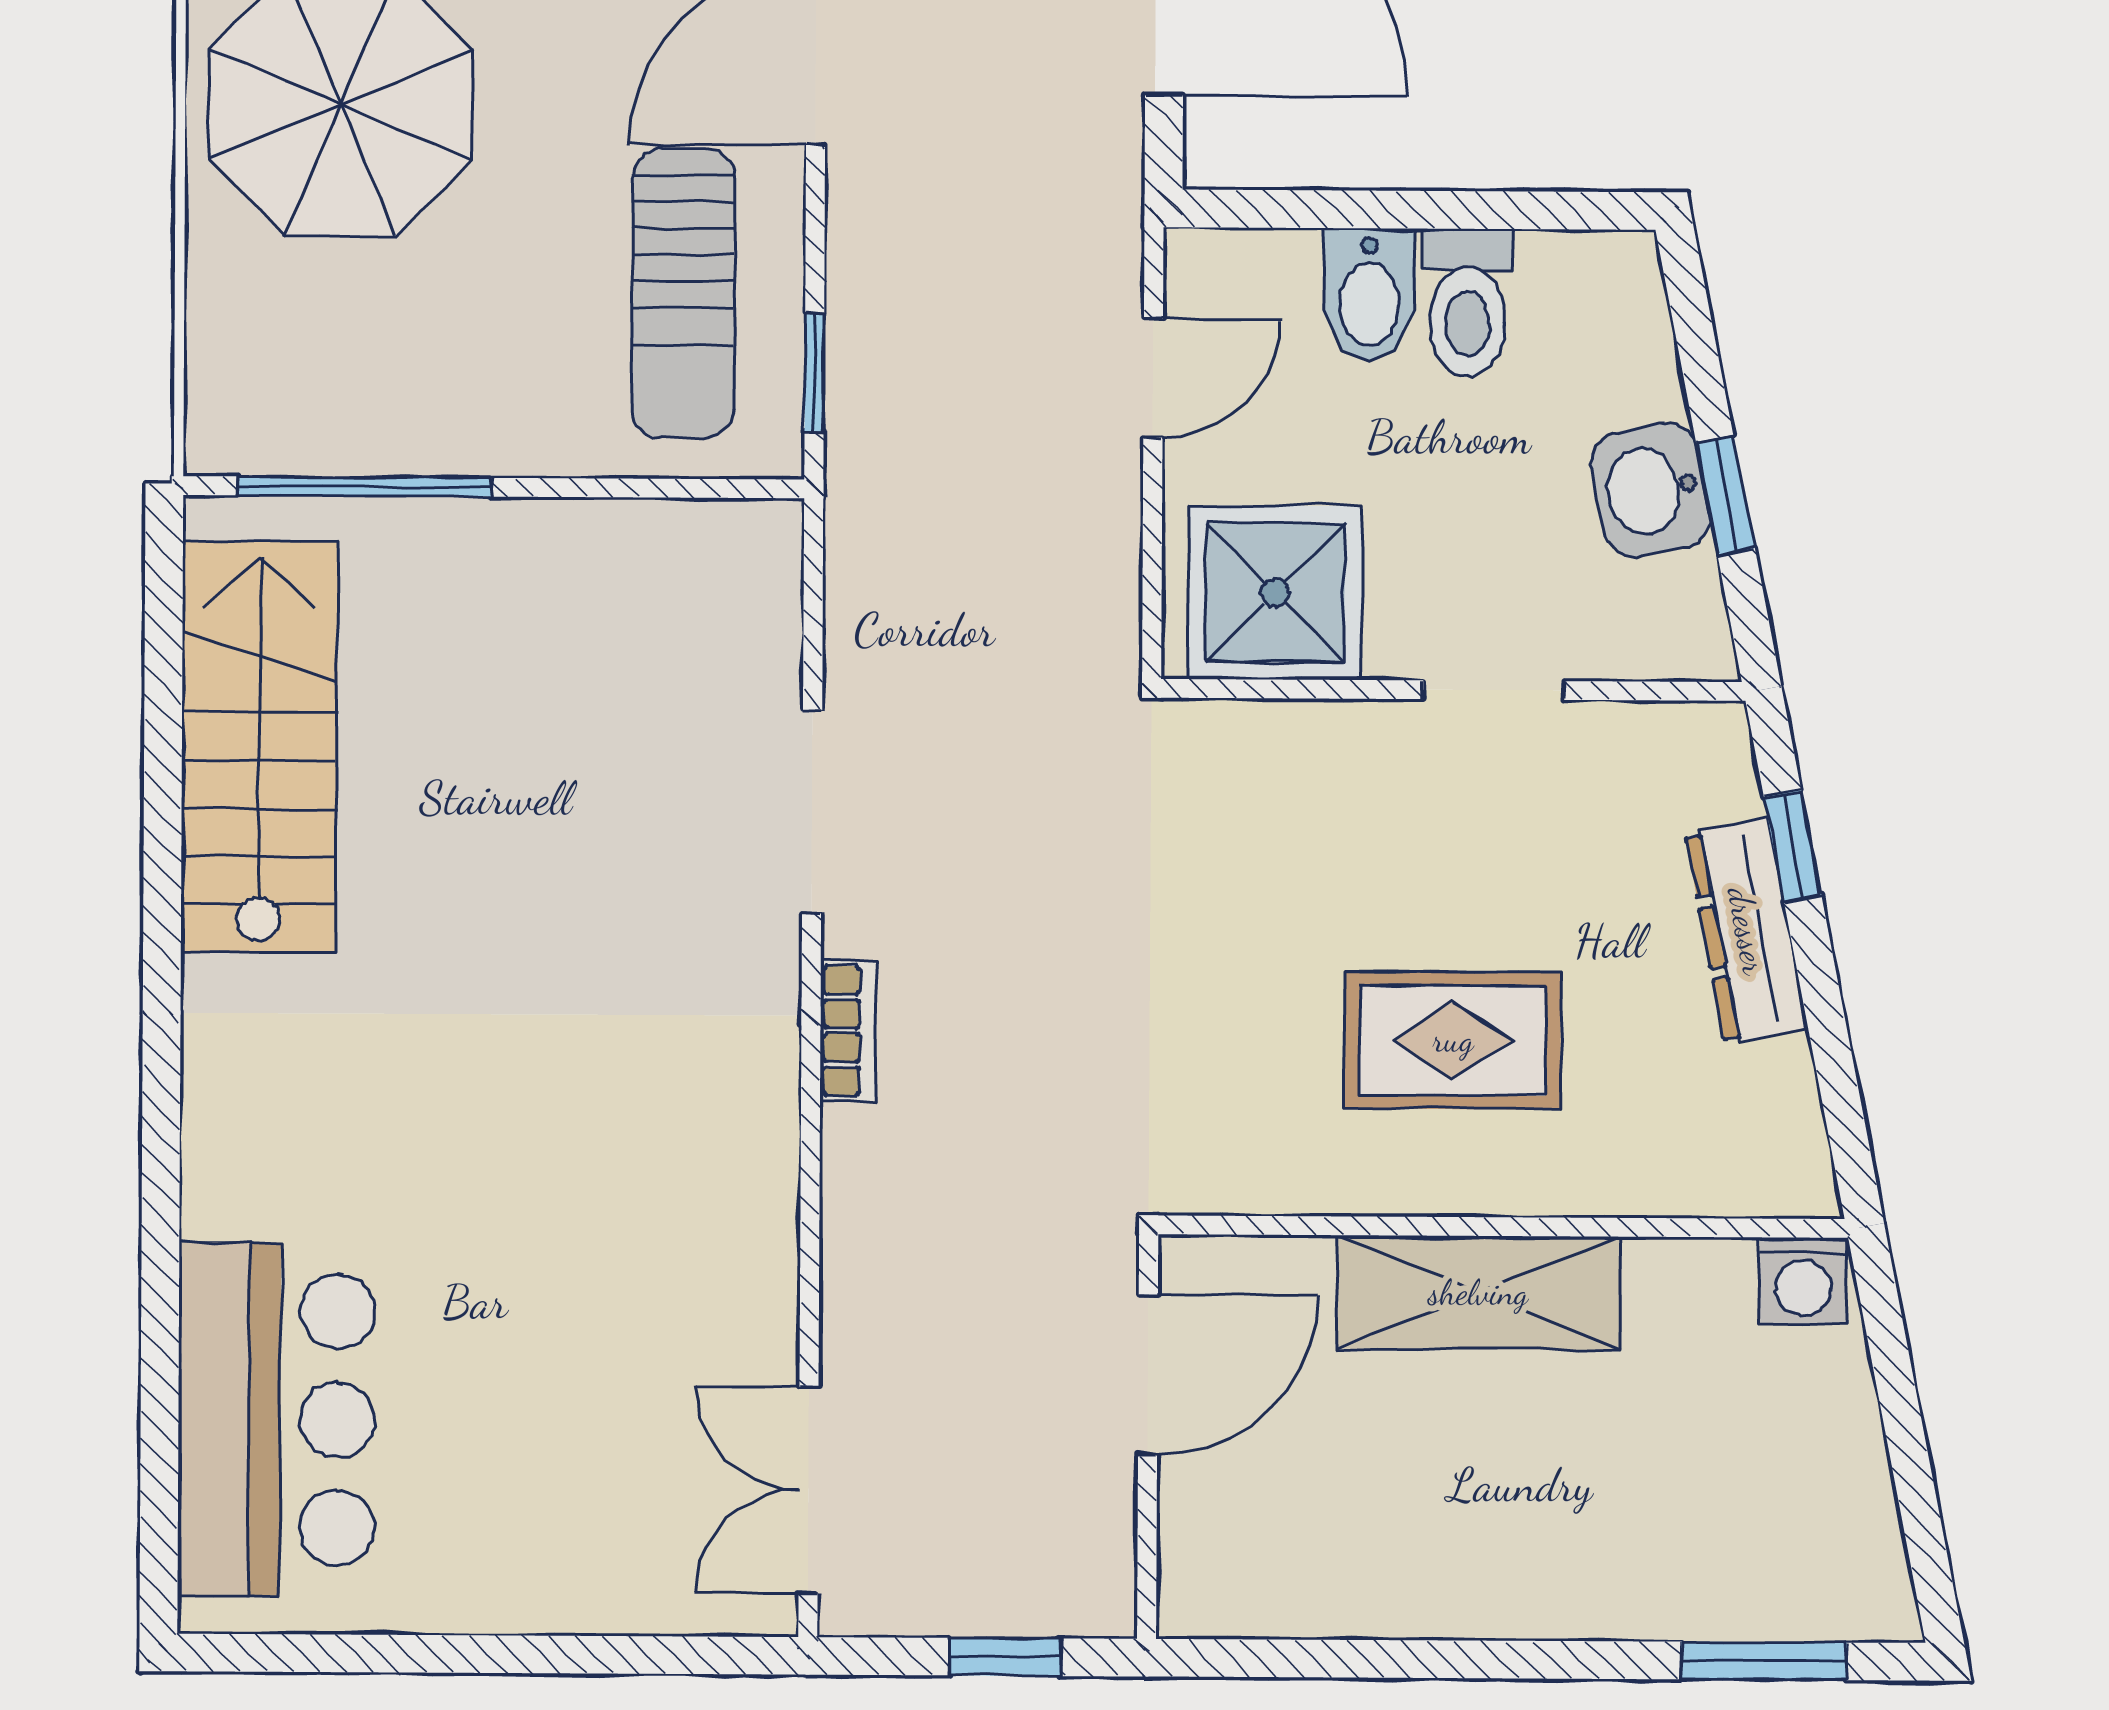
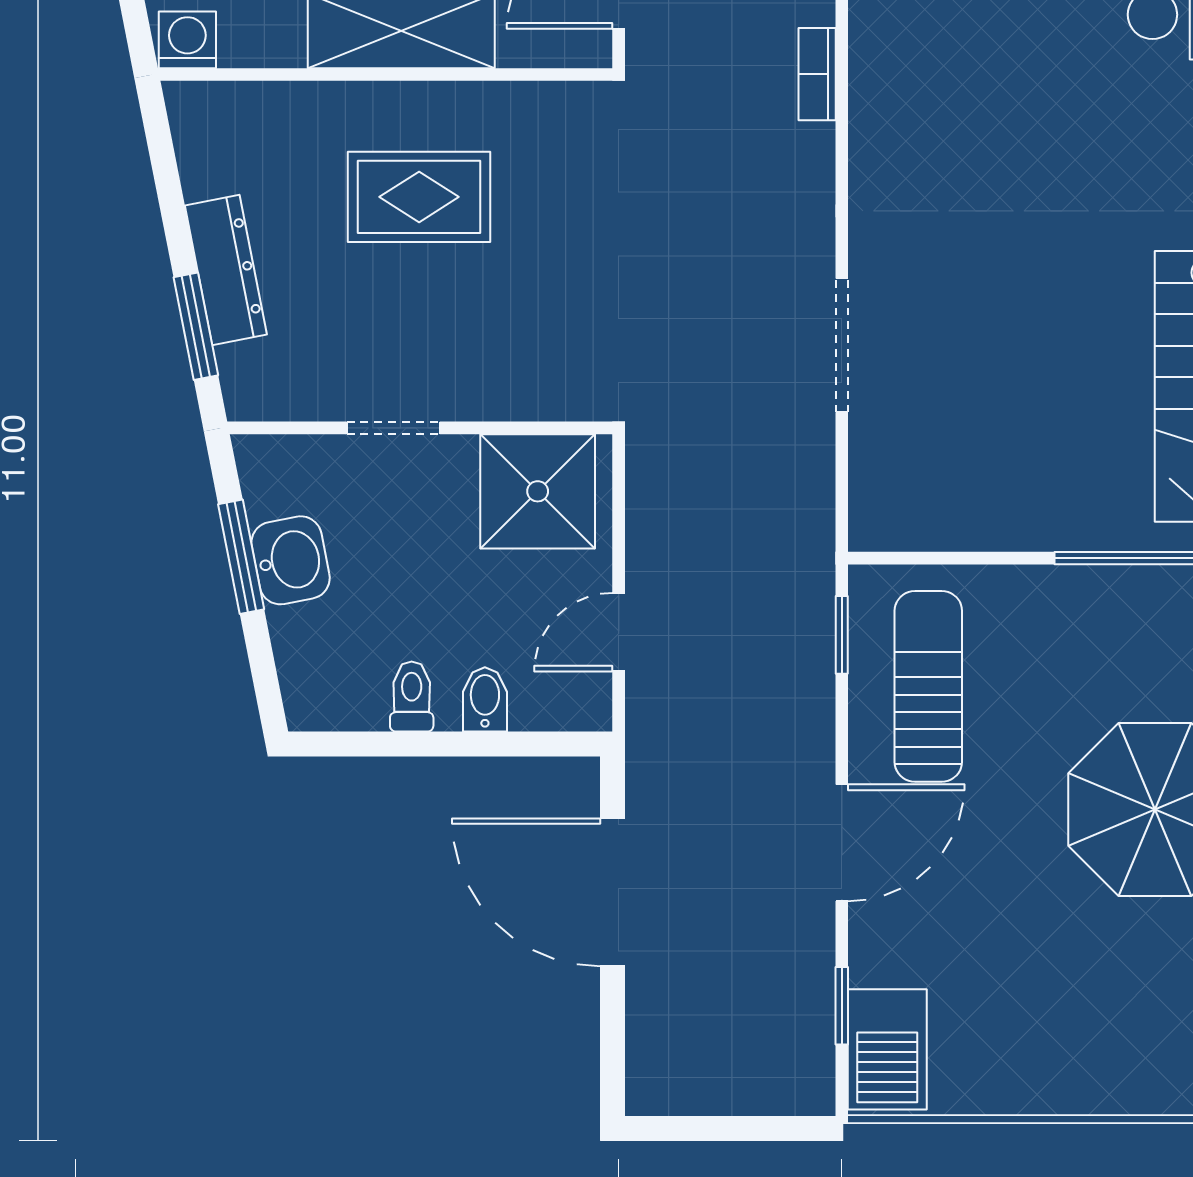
bidet: (1369, 295) -> (485, 699), width x0.72, depth x0.74
toilet: (1468, 303) -> (412, 696), width x0.73, depth x0.72
window: (1726, 496) -> (241, 557), width x1.50
window: (1793, 846) -> (196, 326), width x1.50
bookcase: (848, 1031) -> (817, 74), moved

